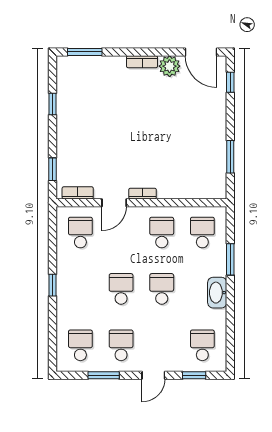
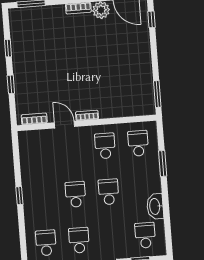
window: (230, 157) -> (157, 94), moved
window: (52, 169) -> (11, 84), moved
door: (114, 203) -> (64, 125), swing flipped
school desk: (80, 233) -> (39, 151), removed
washbasin: (217, 293) -> (155, 206), moved

